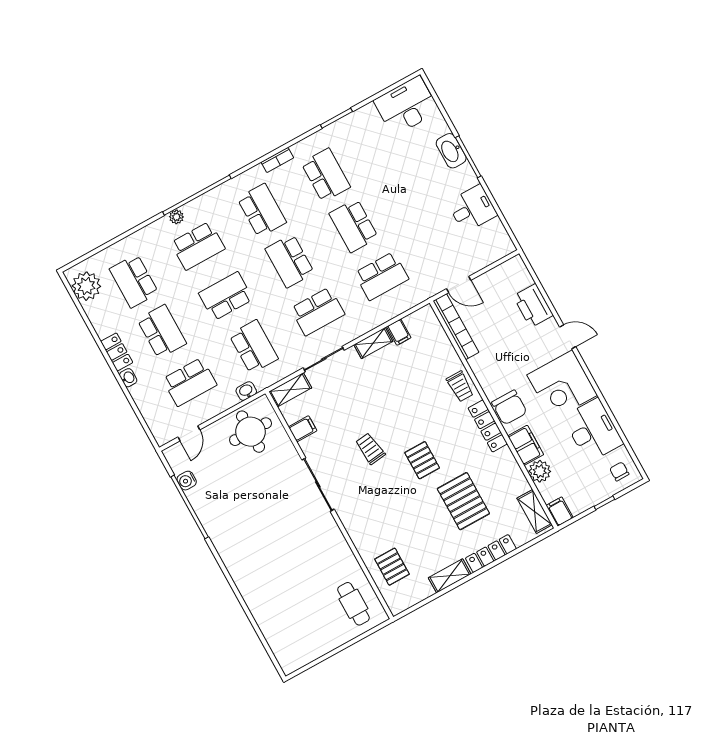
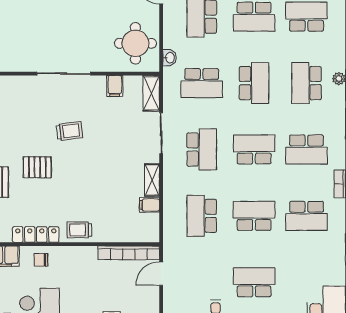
school desk: (418, 190) -> (254, 282), added
school desk: (318, 311) -> (202, 149), turned 180
chair: (509, 407) -> (41, 260), width x0.54, depth x0.54

